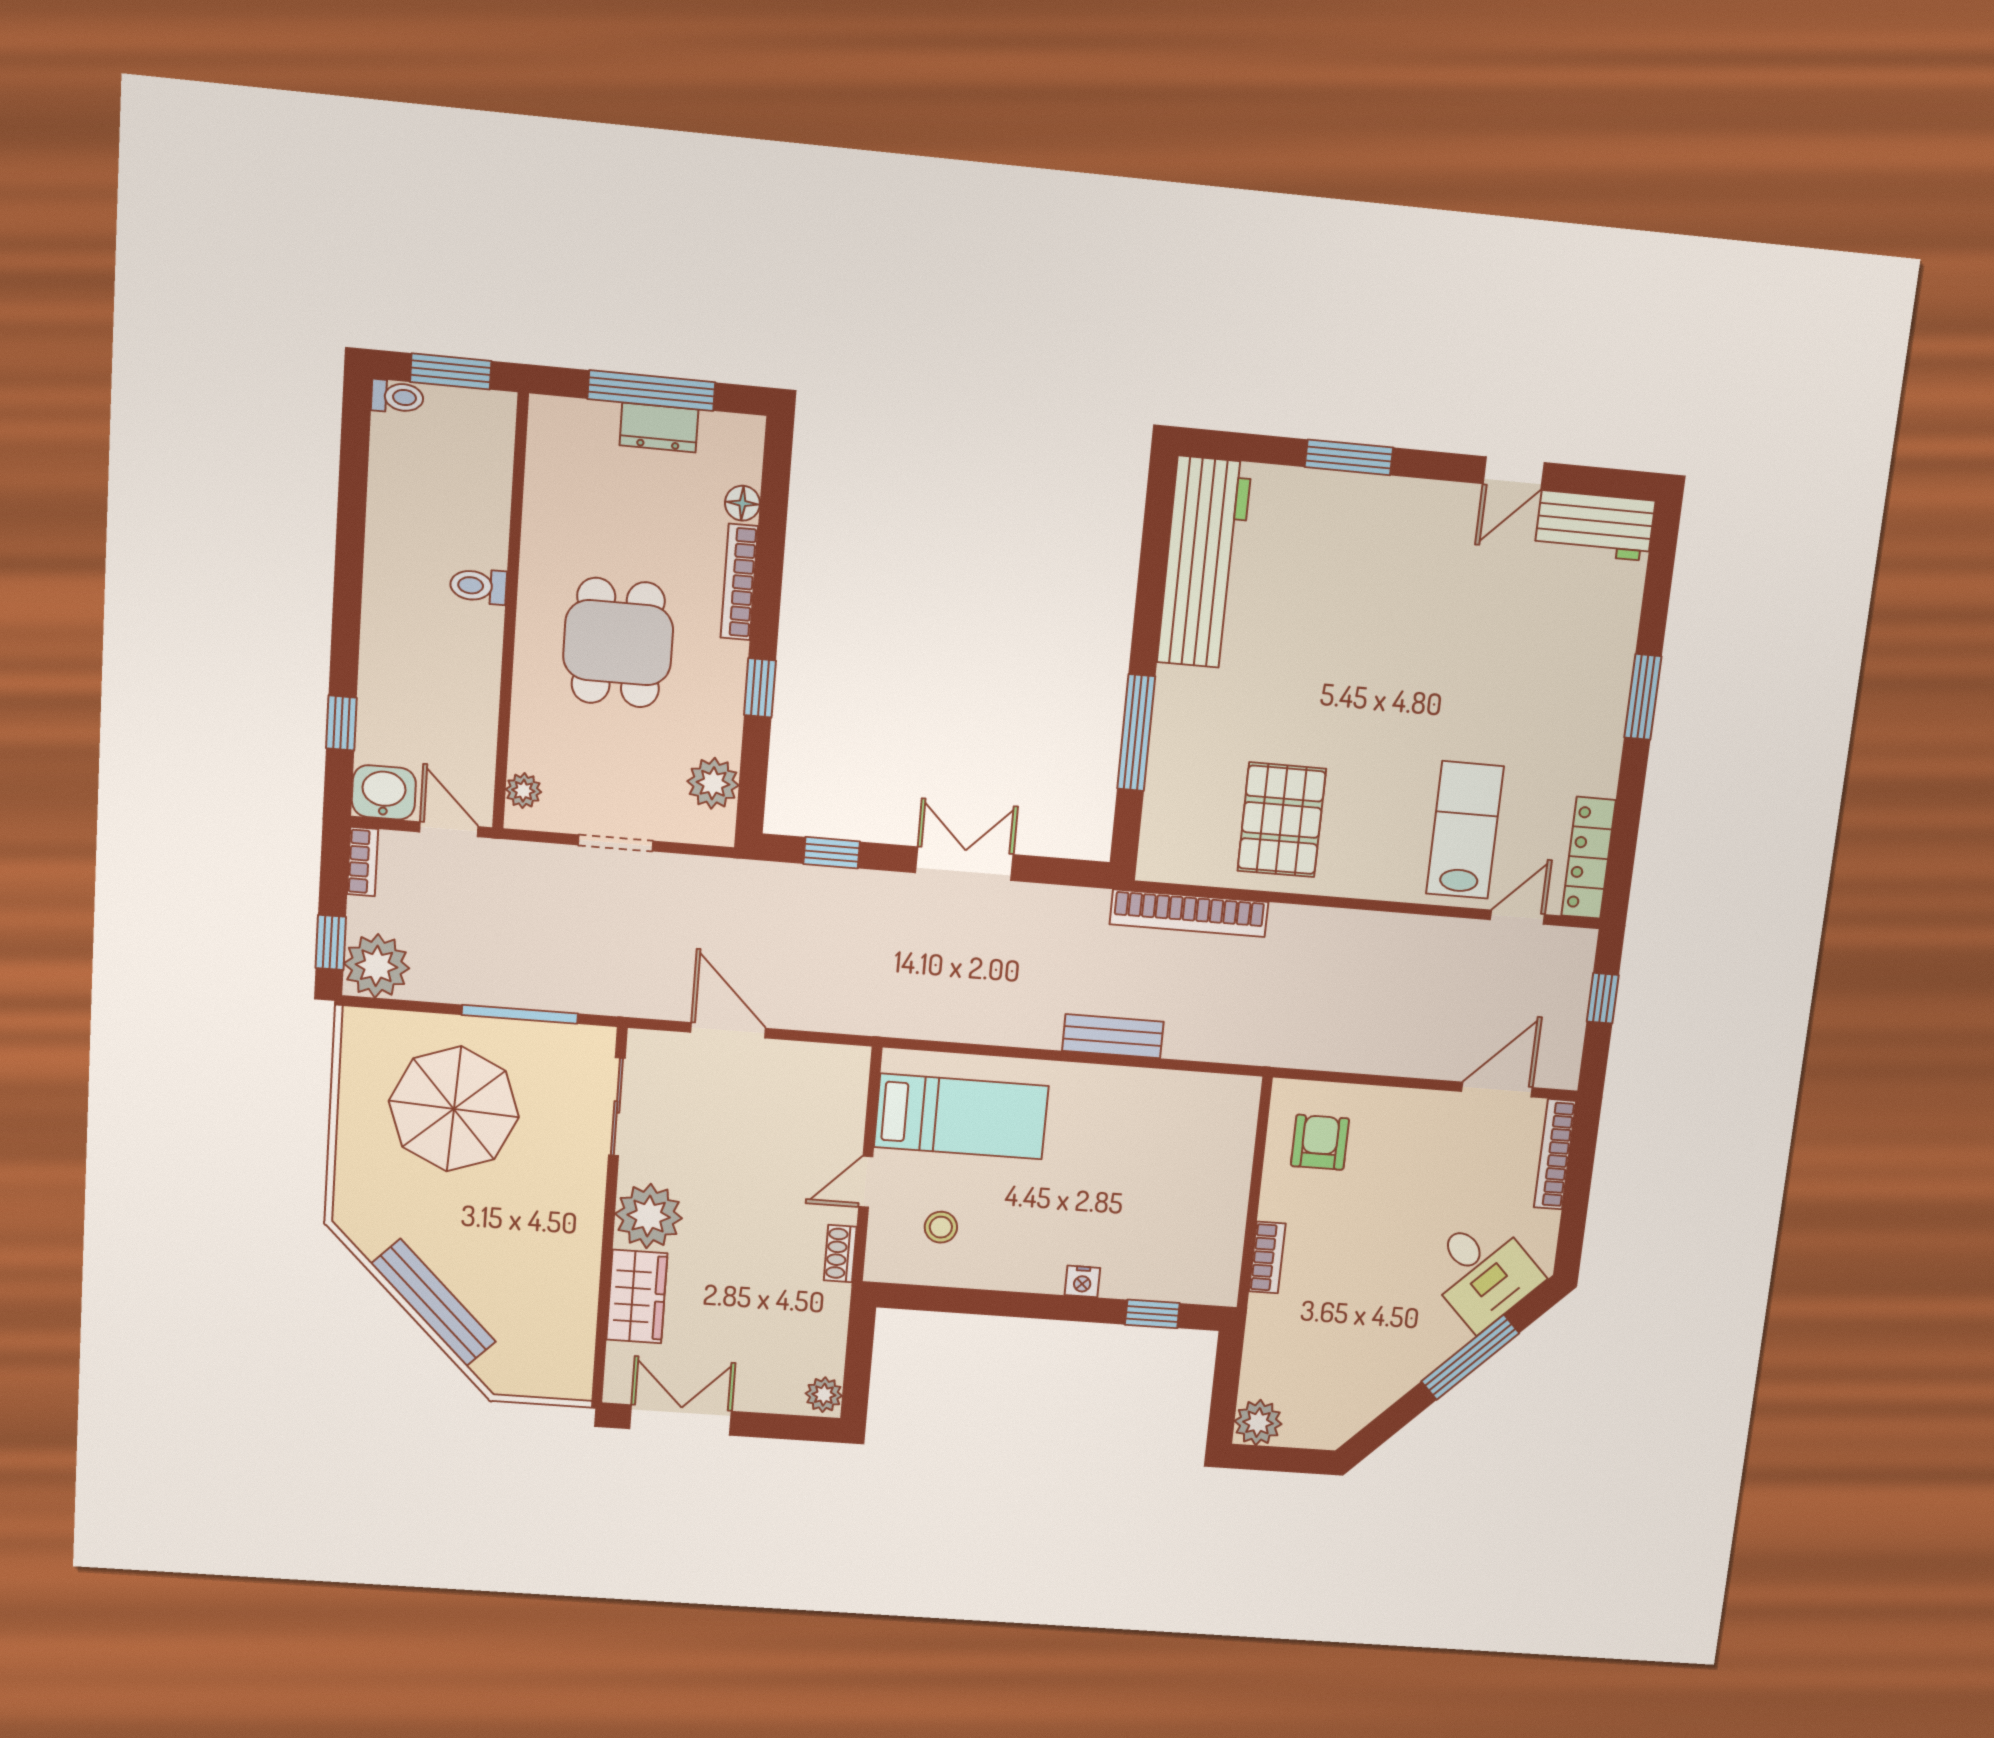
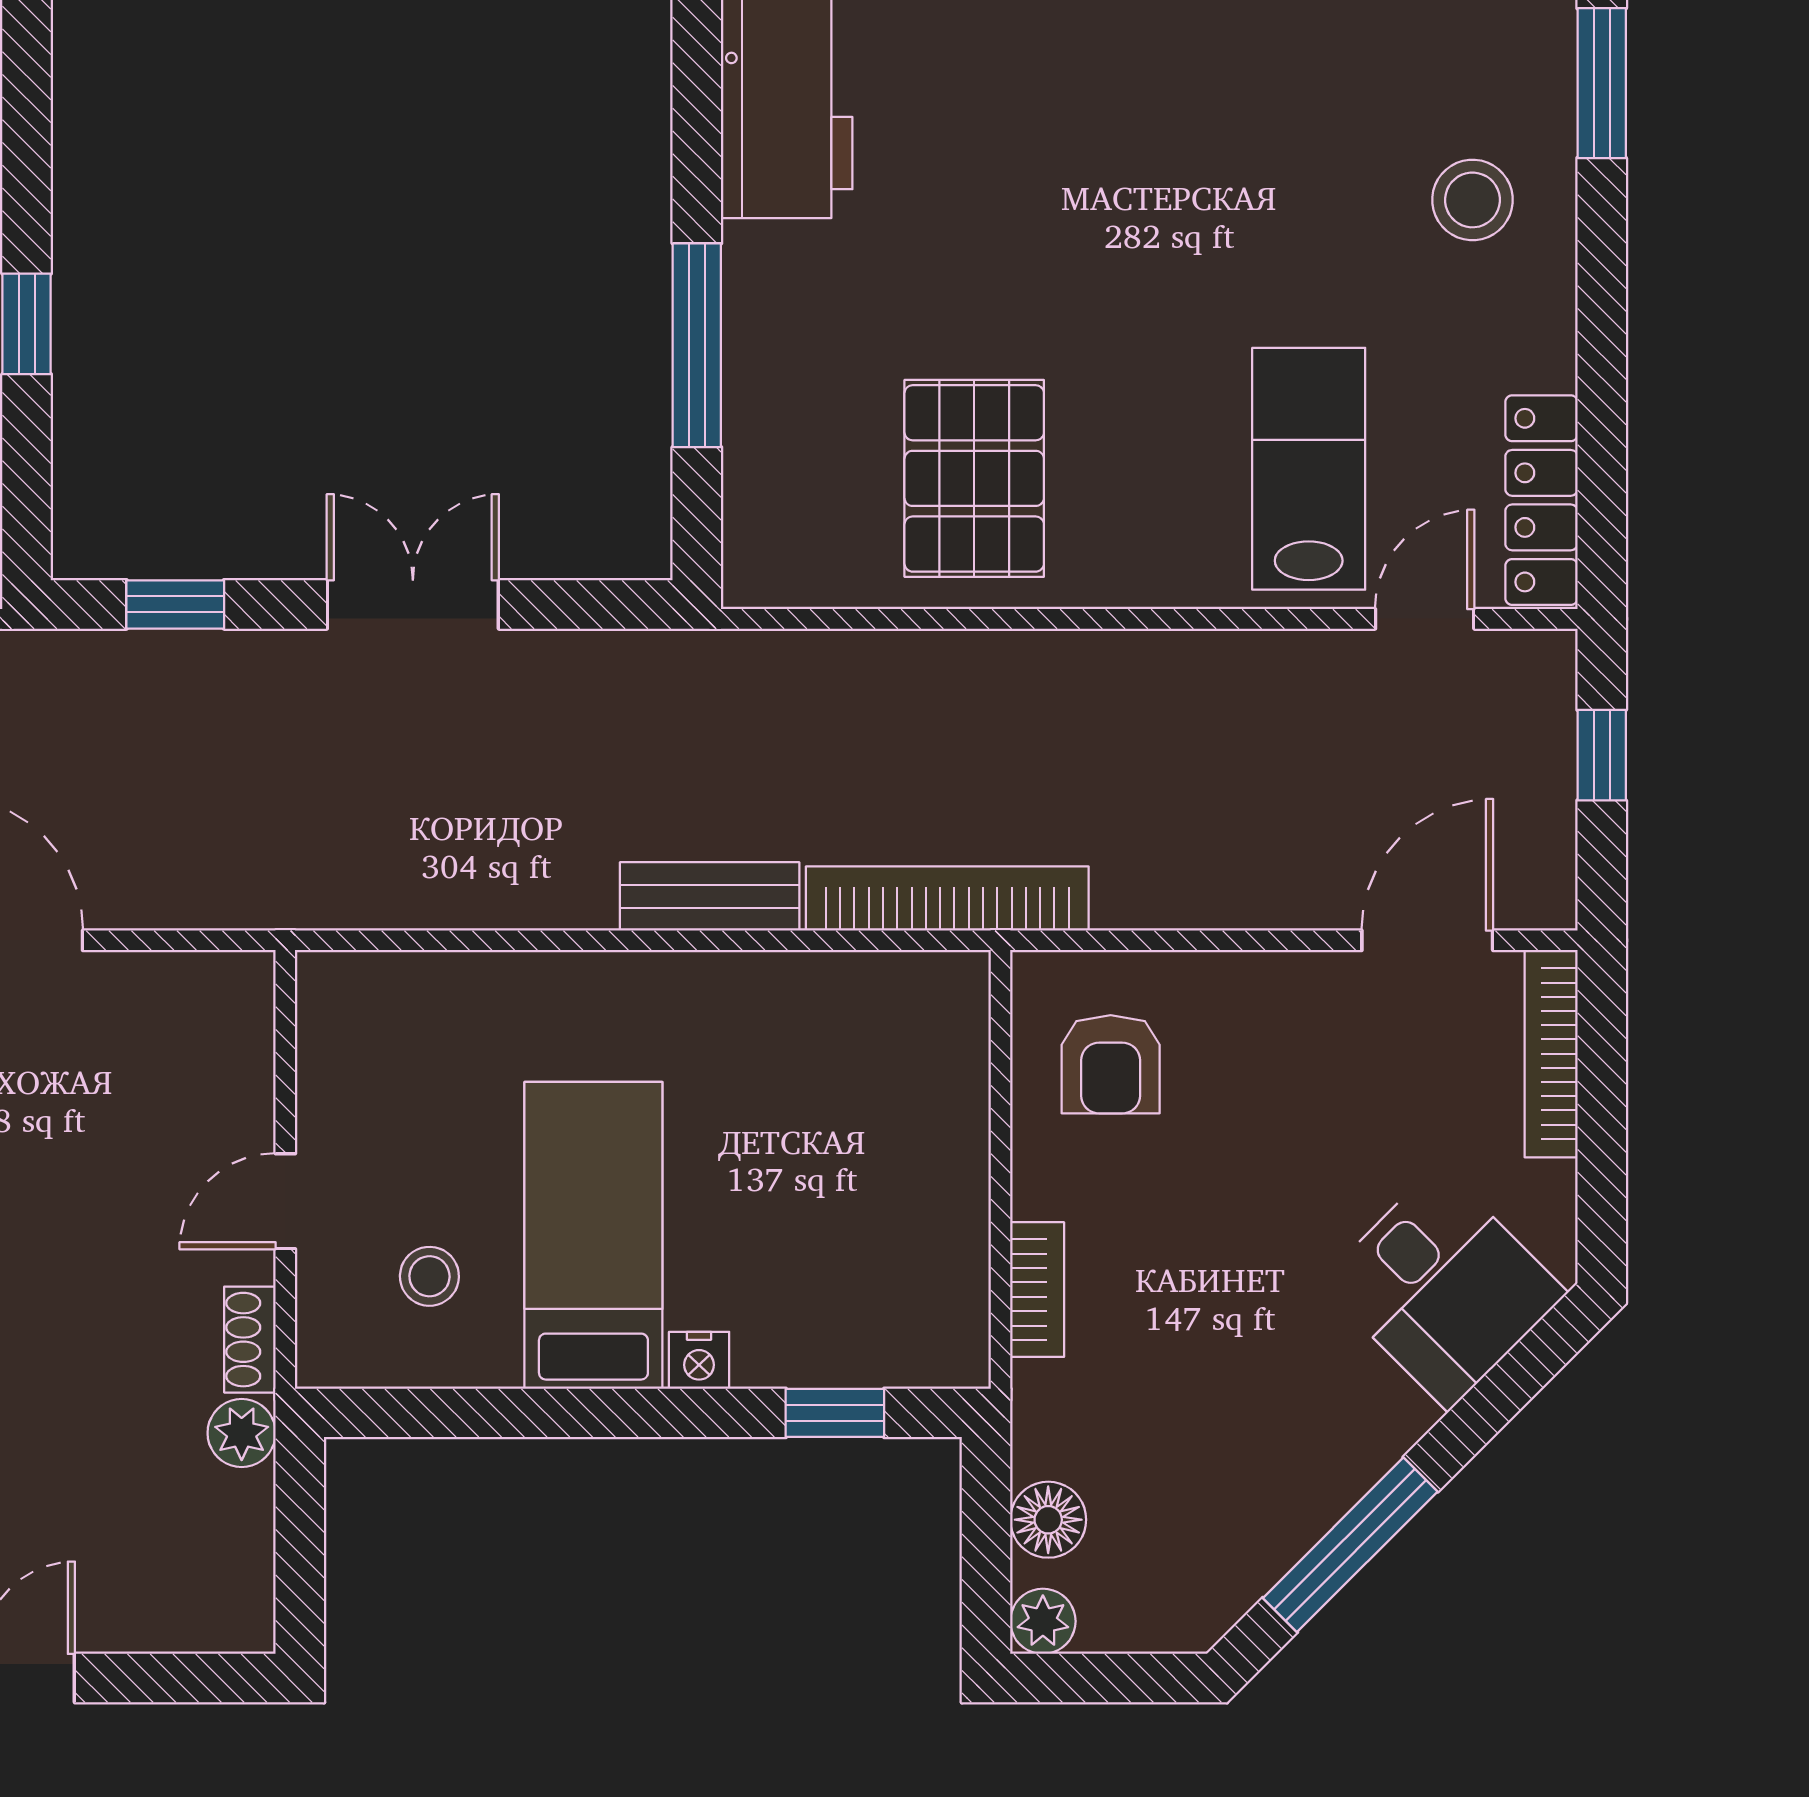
stool: (1573, 689) -> (1472, 200), added
window: (1643, 697) -> (1602, 83), moved
bookcase: (1189, 913) -> (947, 899), moved, turned 180
bed: (961, 1116) -> (593, 1235), moved, turned -90
armchair: (1320, 1142) -> (1111, 1064), turned 180
window: (1470, 1357) -> (1350, 1545), moved
floor lamp: (1260, 1377) -> (1048, 1520), added
plant: (824, 1395) -> (242, 1433), moved
plant: (1258, 1423) -> (1043, 1621), width x0.73, depth x0.73

